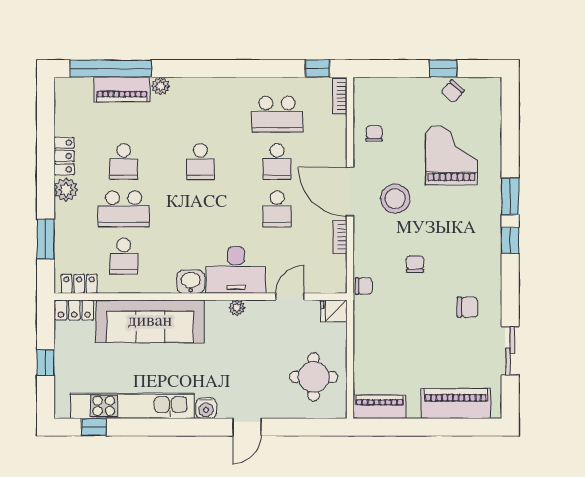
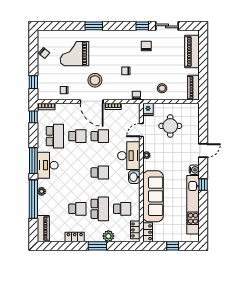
window: (111, 69) -> (33, 199), moved
window: (225, 69) -> (33, 161), added
window: (443, 69) -> (33, 82), moved
piano: (122, 89) -> (43, 229), moved
desk: (216, 99) -> (48, 165), added
school desk: (200, 162) -> (100, 172), moved
plant: (66, 190) -> (108, 236), moved
door: (350, 192) -> (92, 102), hinge flipped
window: (46, 239) -> (97, 246), moved
window: (510, 240) -> (142, 26), moved
door: (290, 297) -> (141, 130), hinge flipped
stool: (378, 340) -> (162, 88), added
round table: (314, 377) -> (170, 126), moved
window: (94, 427) -> (203, 185), moved
door: (247, 427) -> (203, 150), hinge flipped

